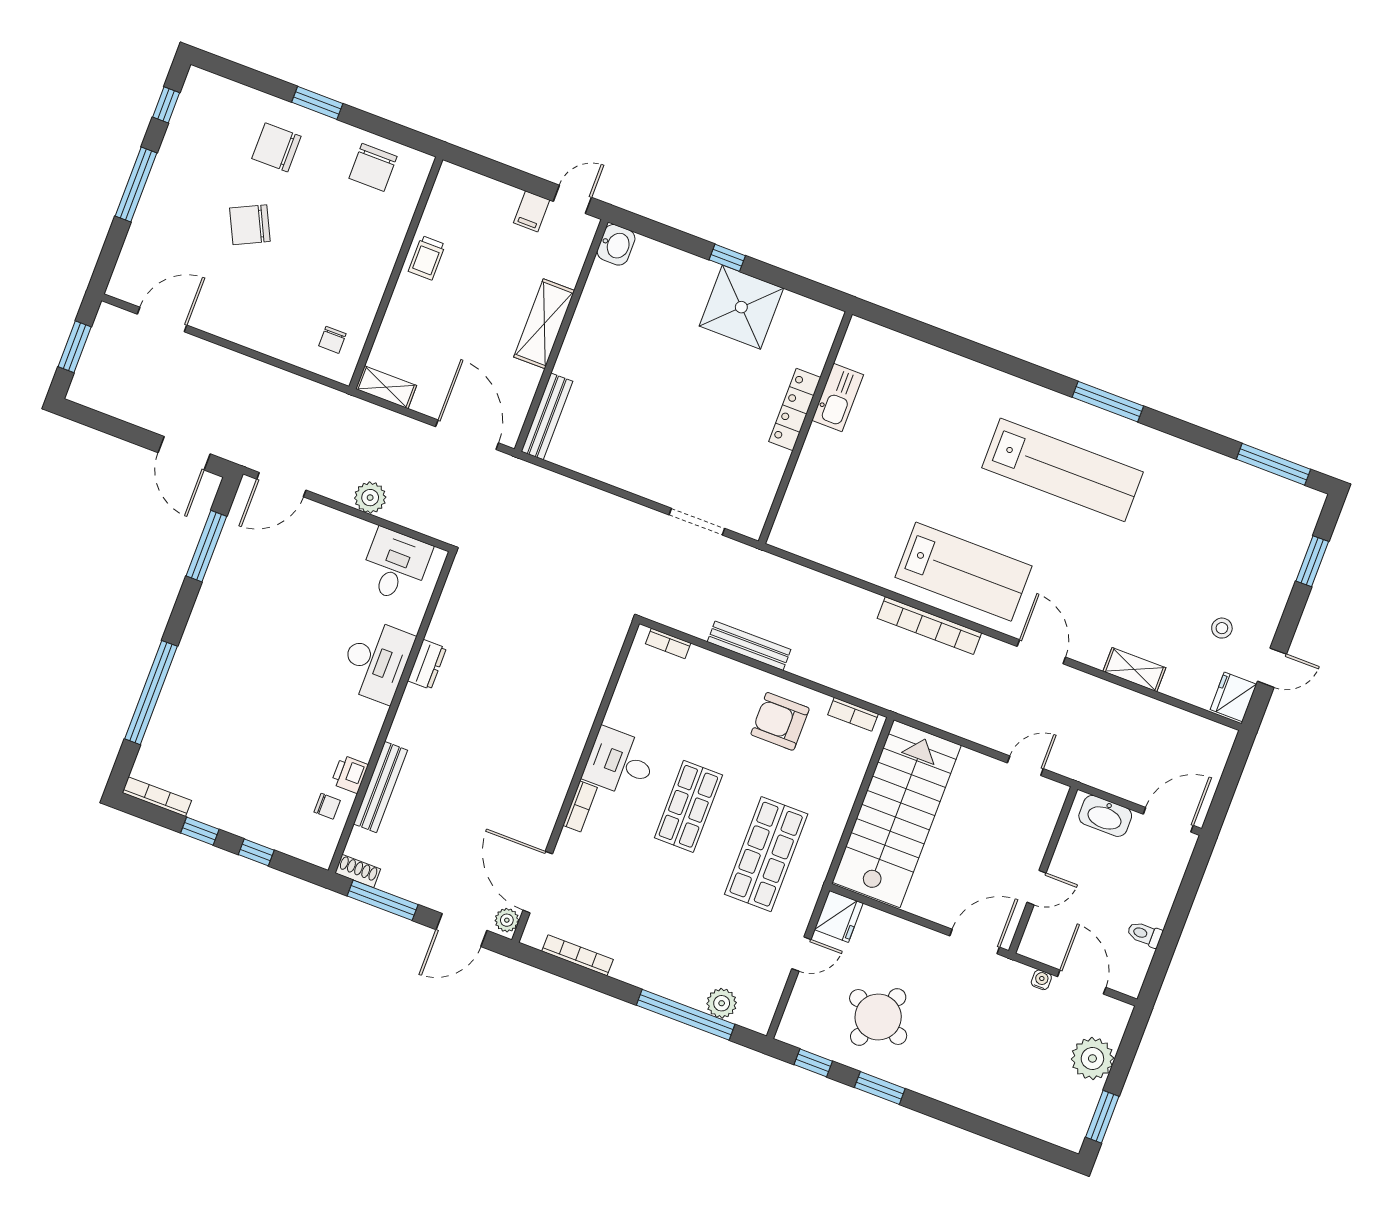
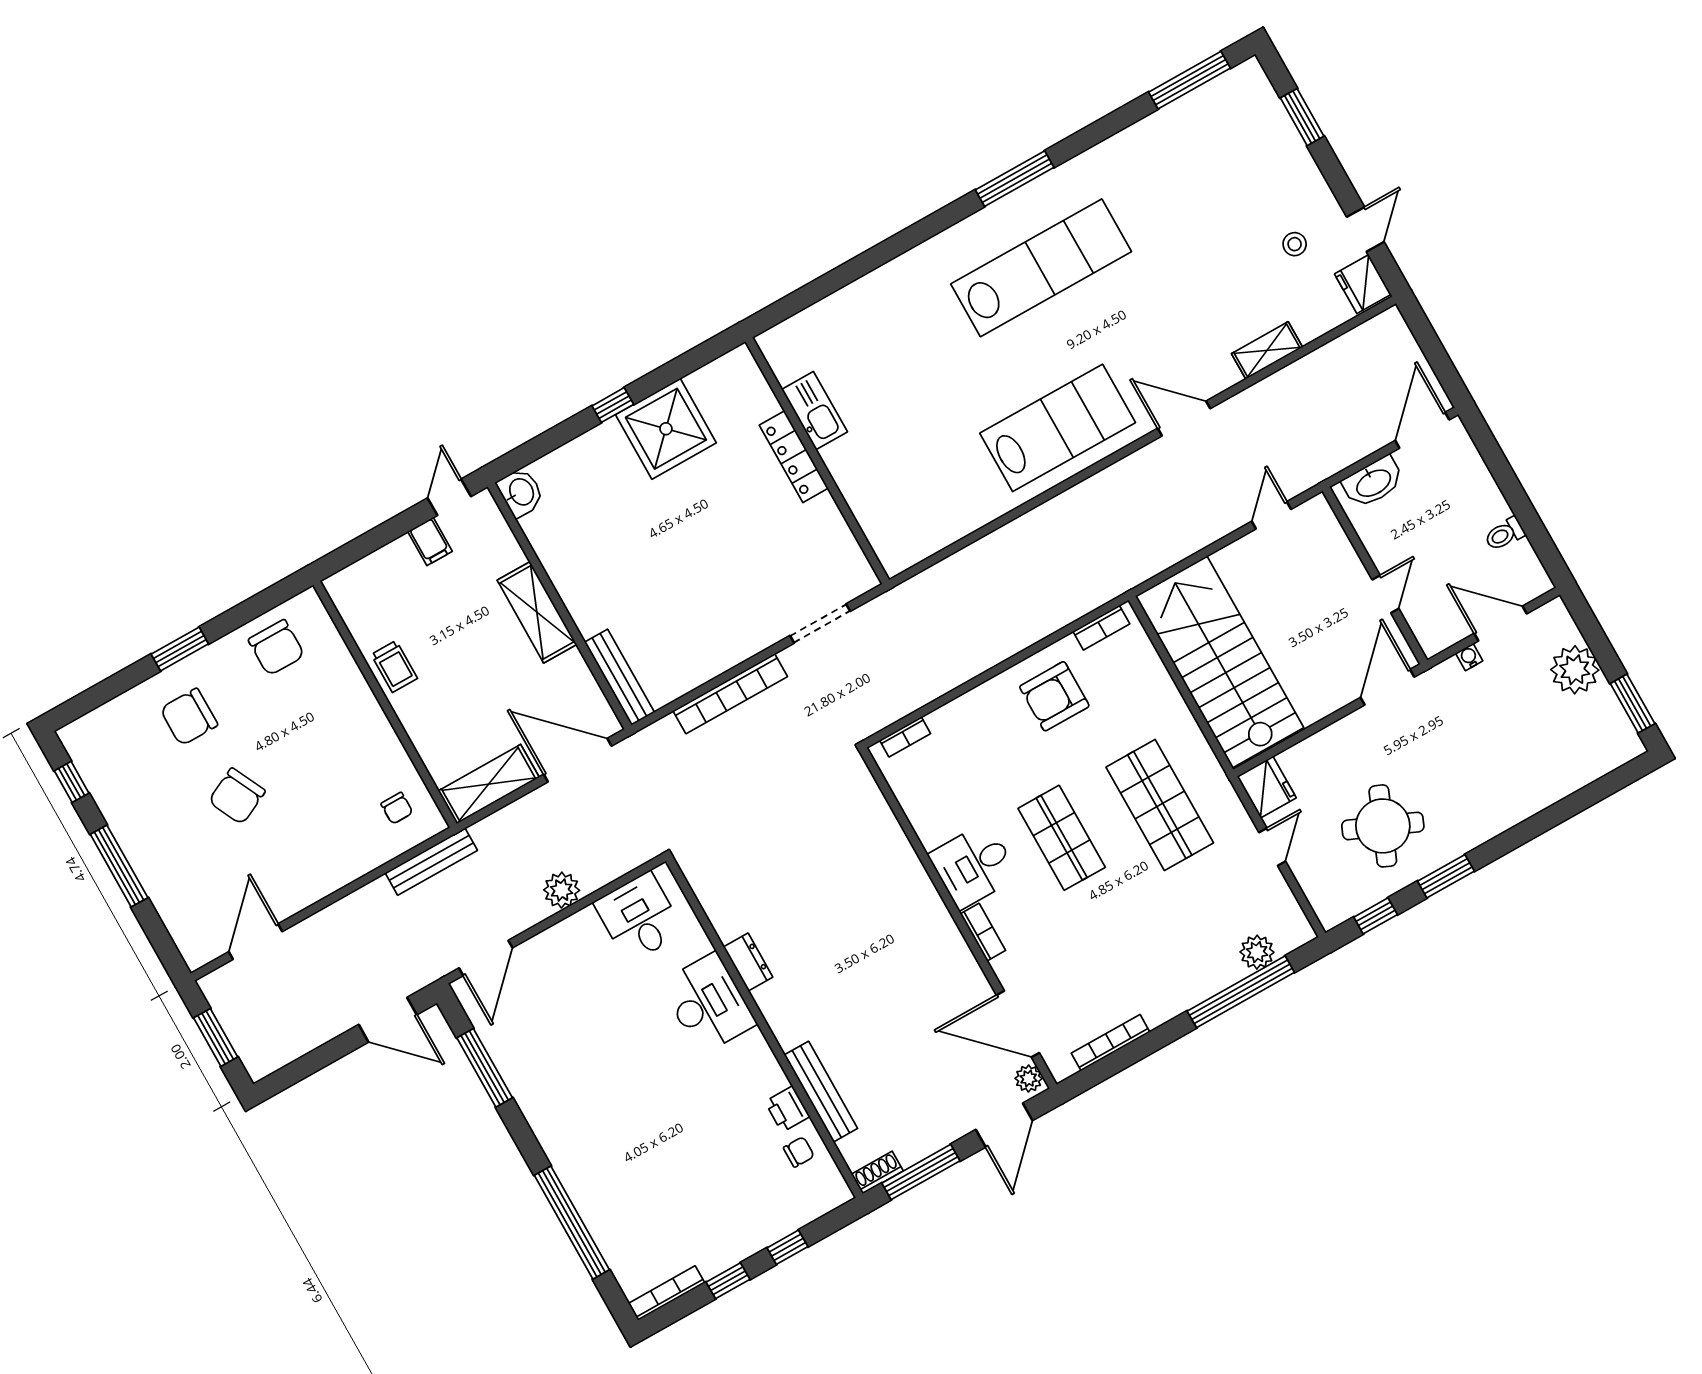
shelving: (386, 387) -> (489, 784), width x1.50, depth x1.33
bookcase: (929, 626) -> (730, 694), moved
bench: (749, 646) -> (431, 862), moved

